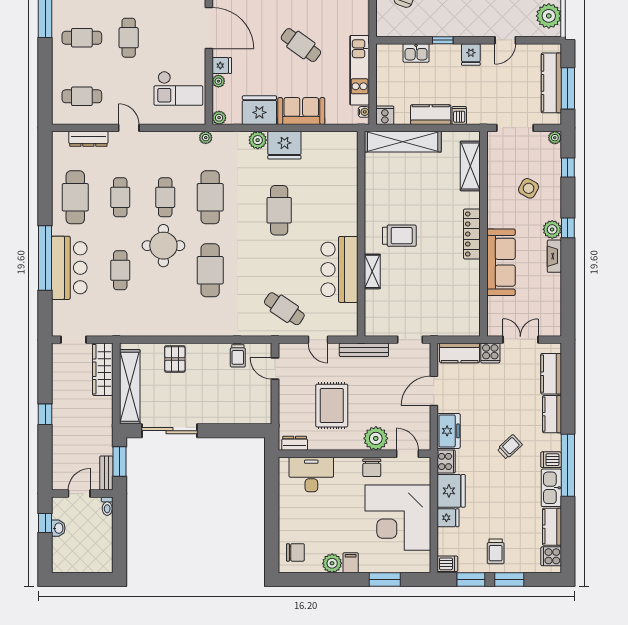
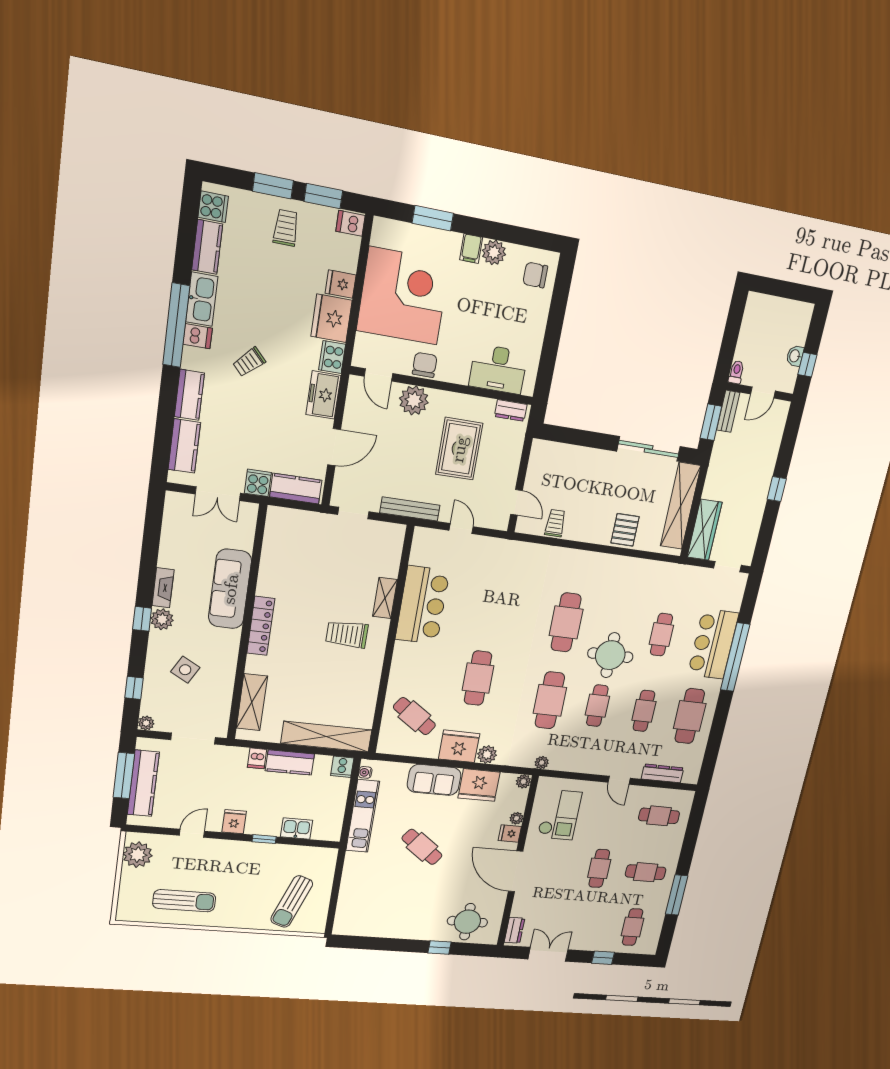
checkout: (178, 88) -> (560, 815), turned 90
cafe table: (284, 309) -> (414, 716), moved

